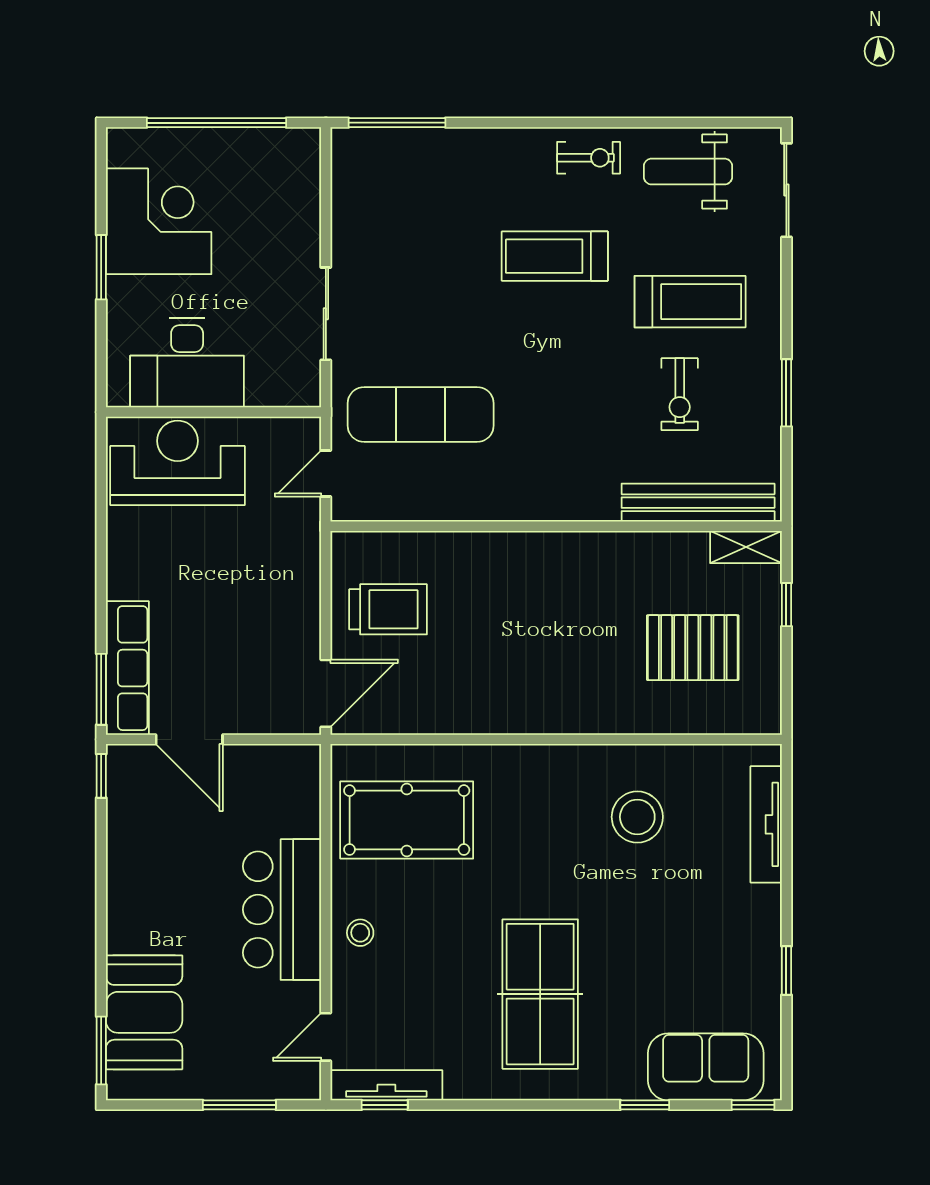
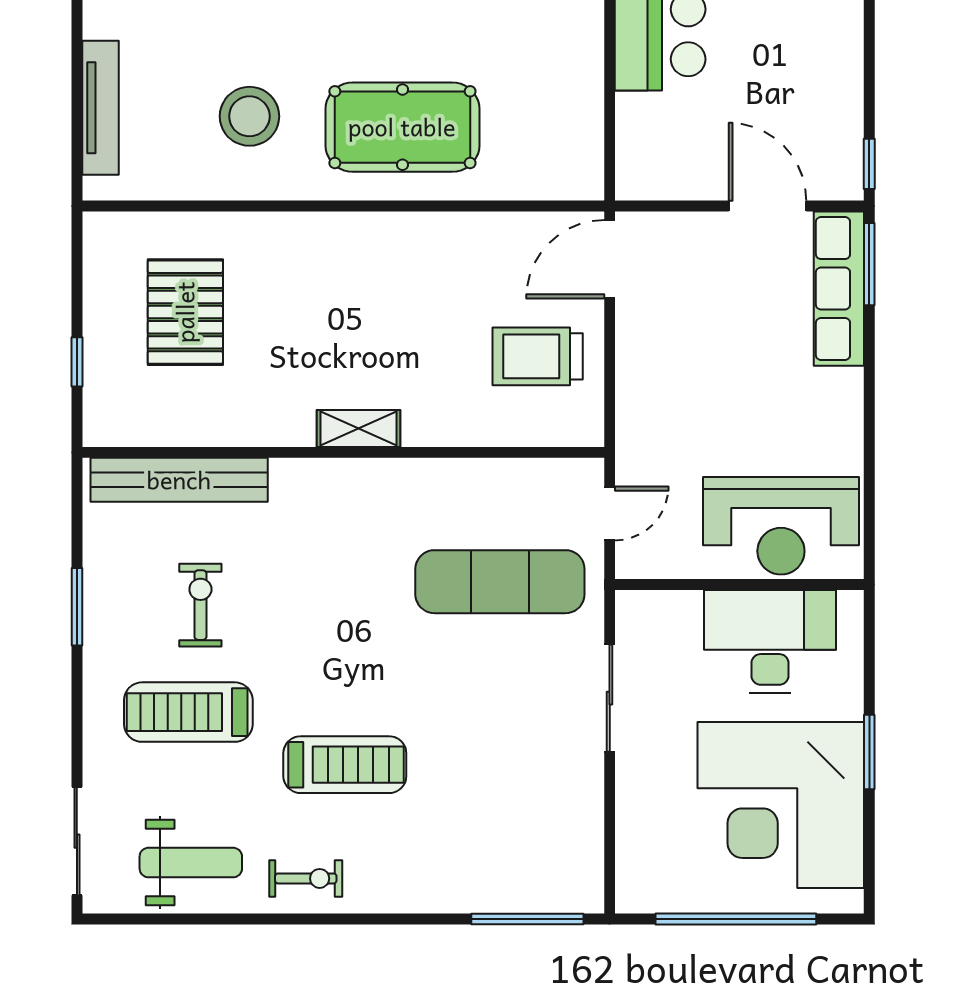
exercise bike: (589, 158) -> (306, 878), turned 180
corner desk: (159, 221) -> (781, 805), width x1.36, depth x1.36
shelving: (746, 547) -> (358, 428), moved
pallet: (693, 648) -> (185, 312), turned 90
pool table: (407, 820) -> (402, 127), moved

